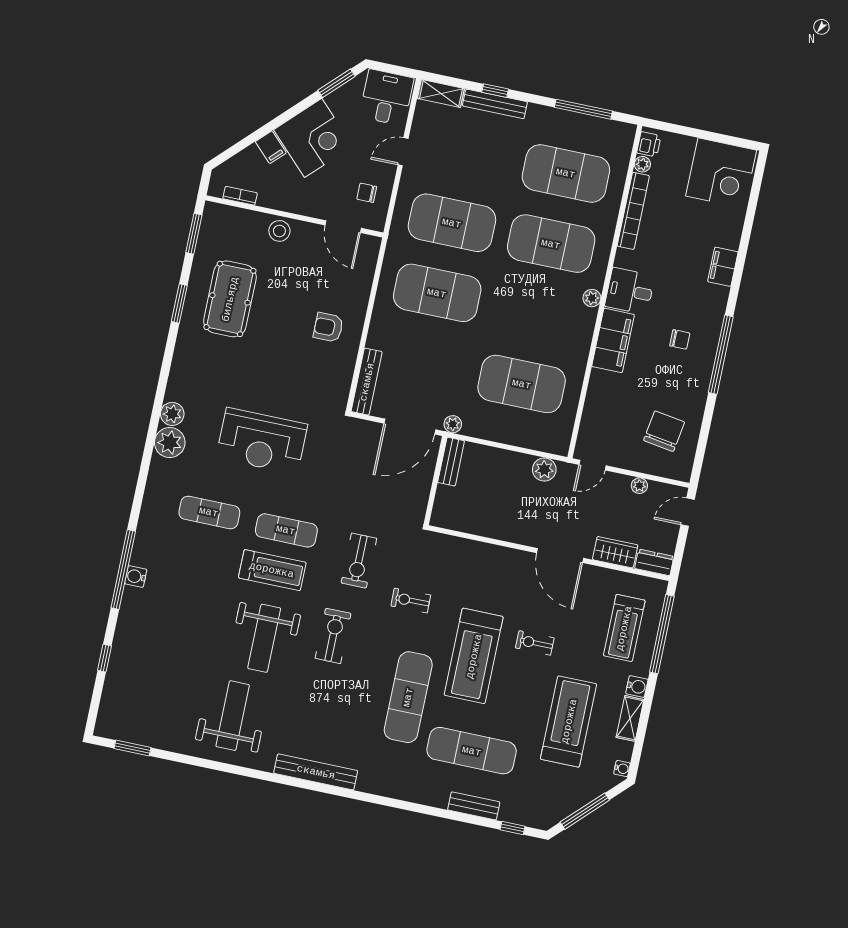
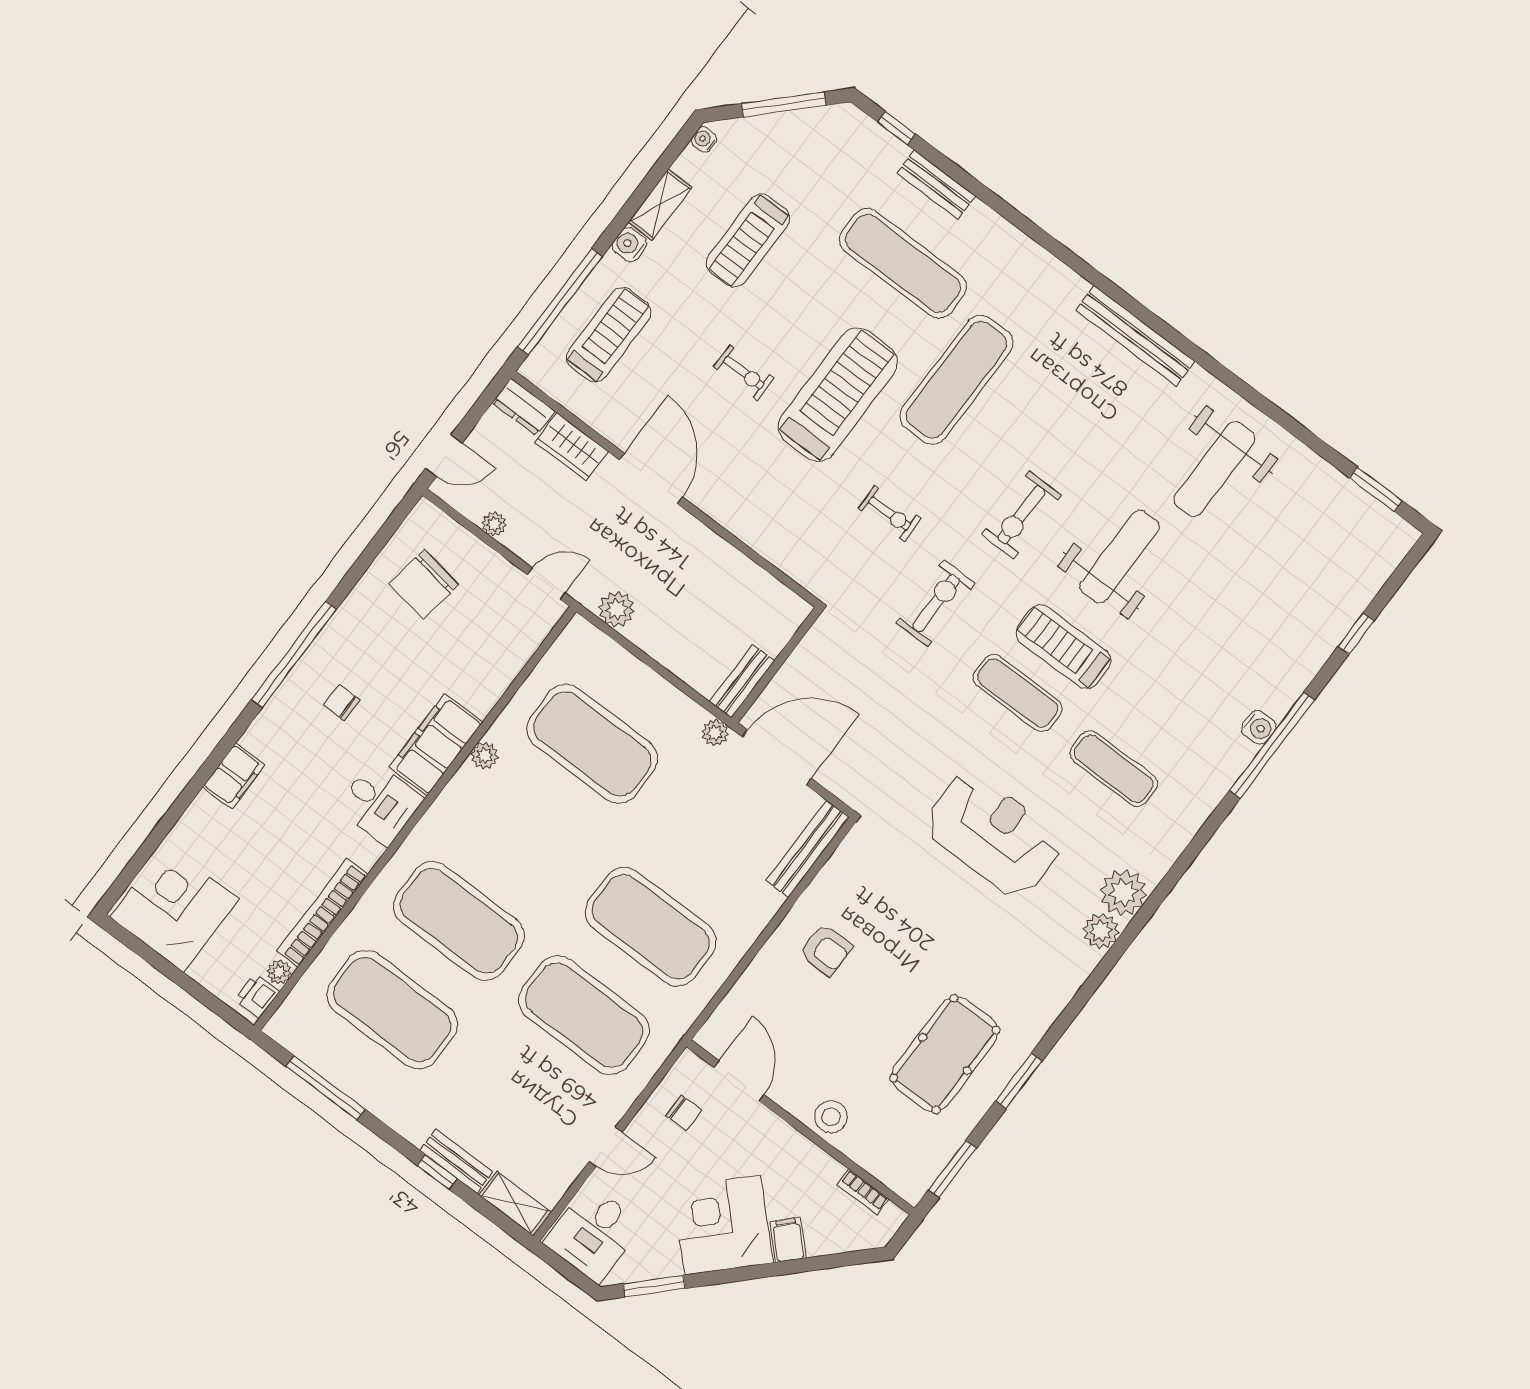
bench: (495, 104) -> (456, 1161), width x0.73
plant: (592, 298) -> (484, 756), moved
treadmill: (569, 721) -> (748, 240), width x0.73, depth x0.73

